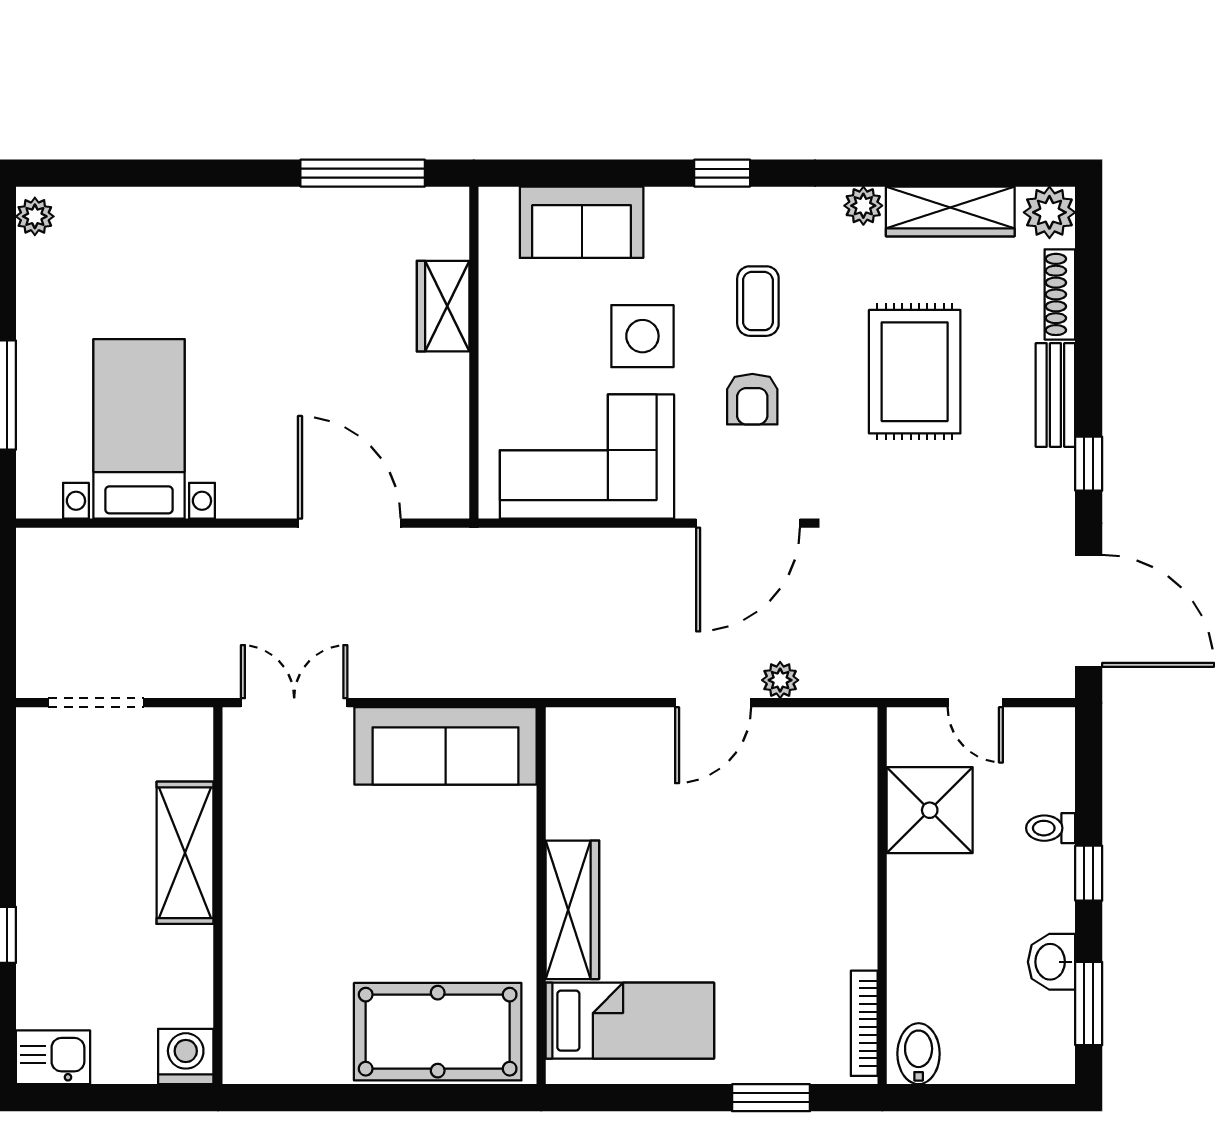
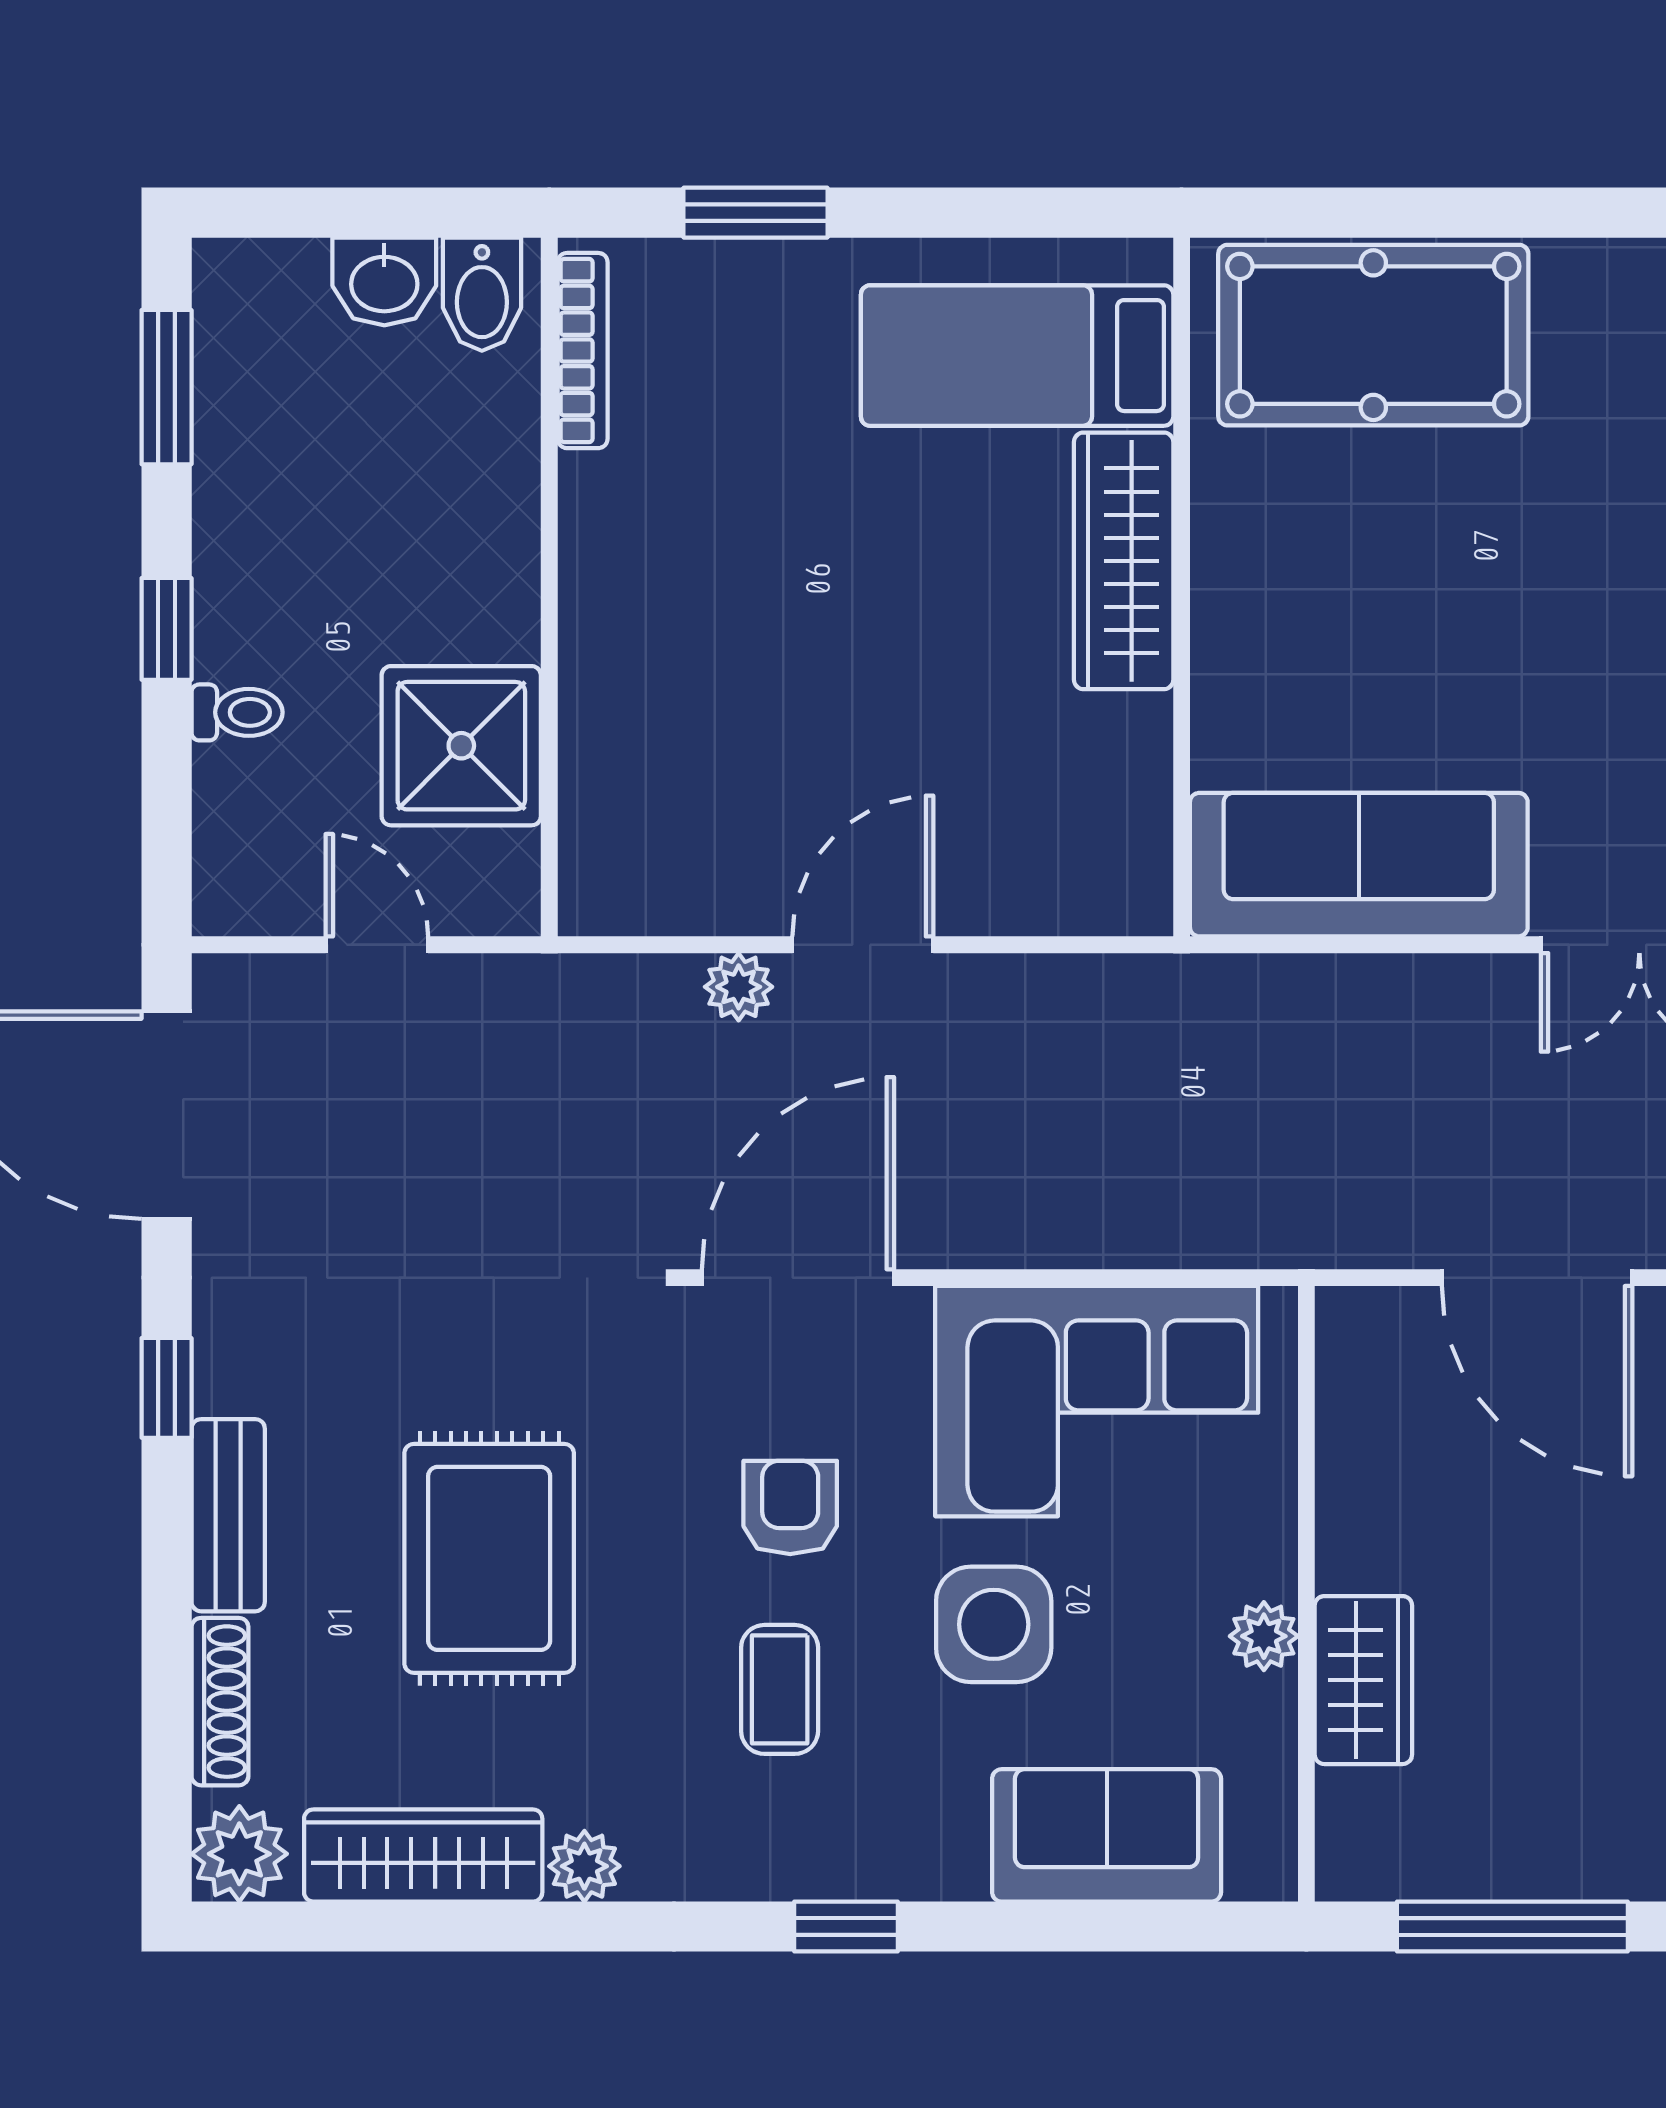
plant: (497, 330) -> (1264, 1636), added
washbasin: (1052, 962) -> (384, 281), moved, turned 90

